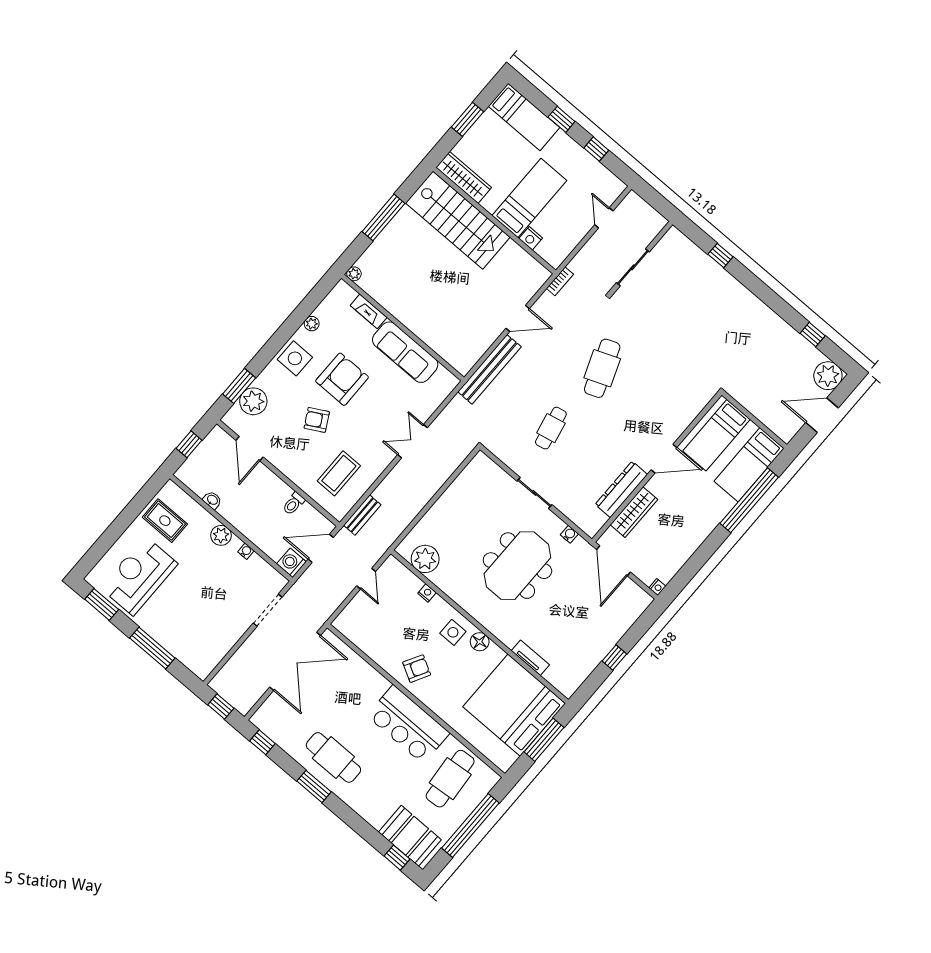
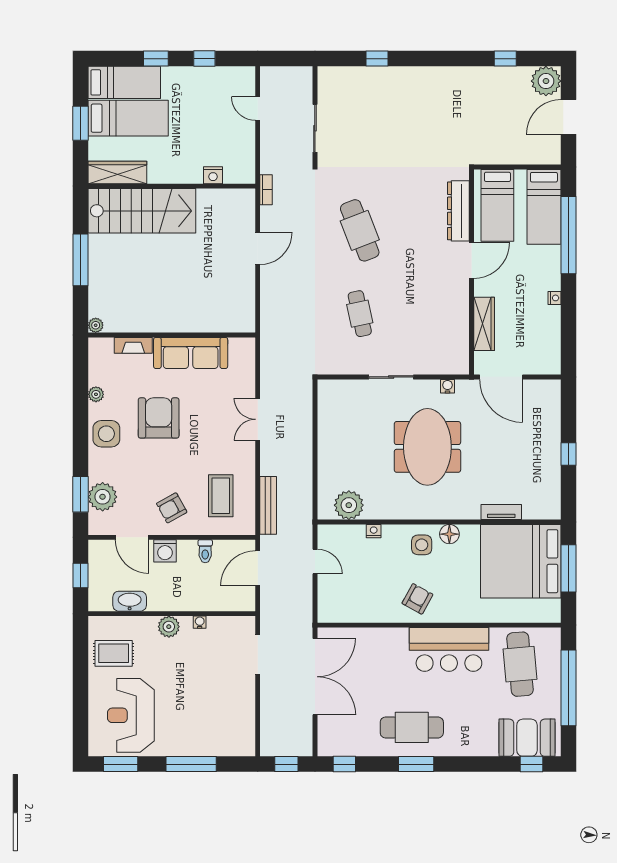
bed: (529, 198) -> (128, 118), moved, turned 90
bench: (489, 369) -> (270, 309), removed
armchair: (317, 420) -> (172, 508), moved
dresser: (621, 489) -> (458, 211), moved
washbasin: (212, 500) -> (130, 601), width x1.91, depth x1.45
bench: (362, 515) -> (268, 505), width x1.36
washing machine: (291, 563) -> (165, 551), moved, turned -90
nightstand: (657, 587) -> (554, 298), moved

